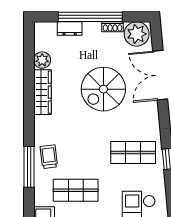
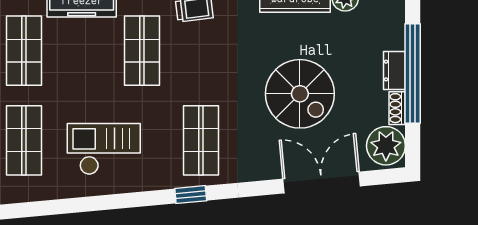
dresser: (70, 29) -> (394, 71), moved
spiral stairs: (103, 89) -> (300, 94), turned 180

